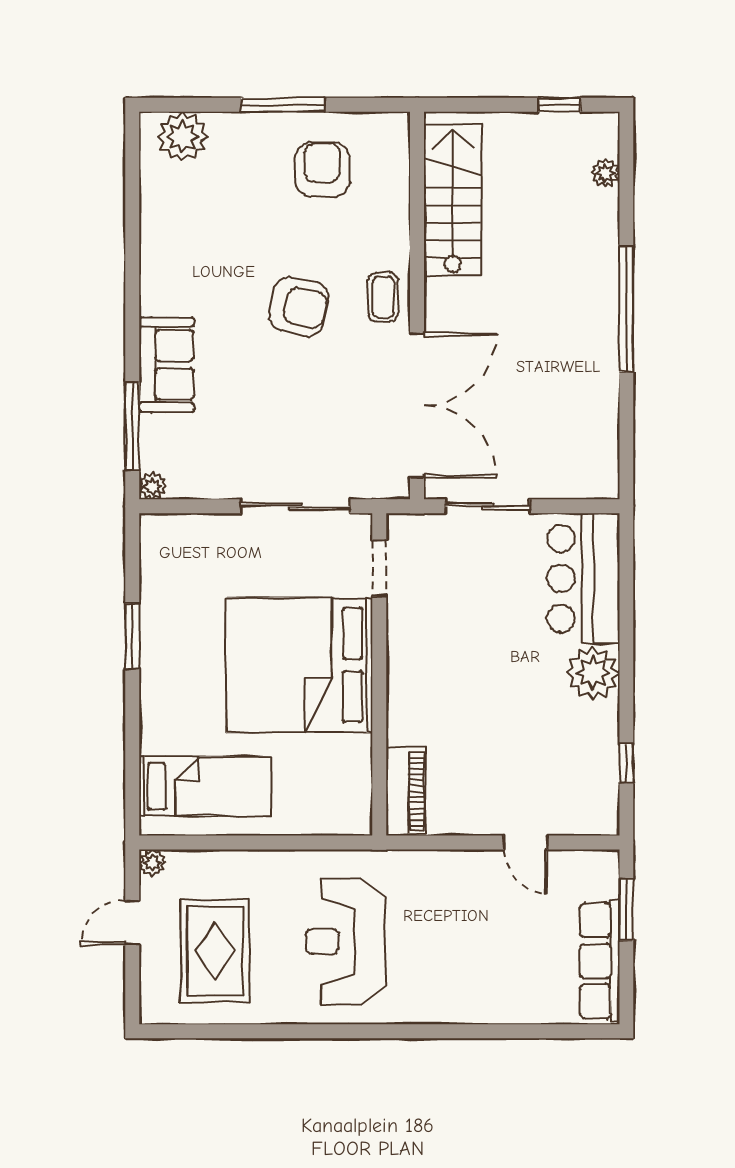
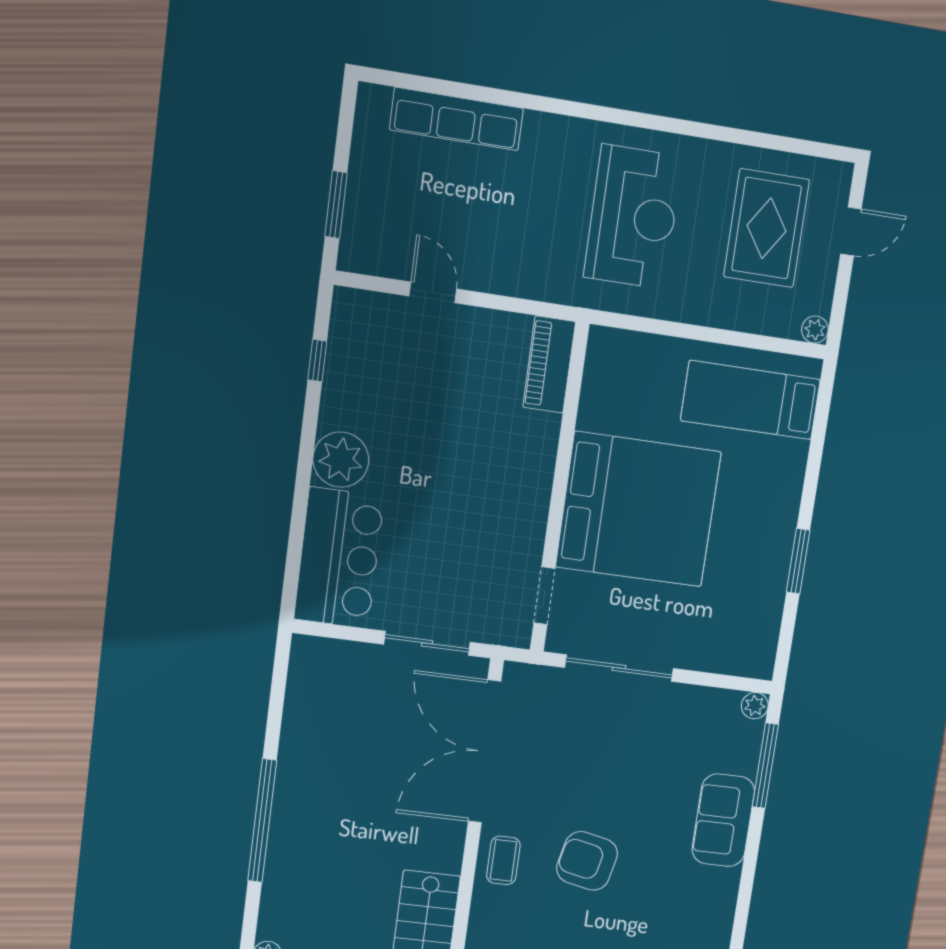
door: (132, 923) -> (851, 231), moved
row of seats: (600, 961) -> (456, 119), moved, turned 90

